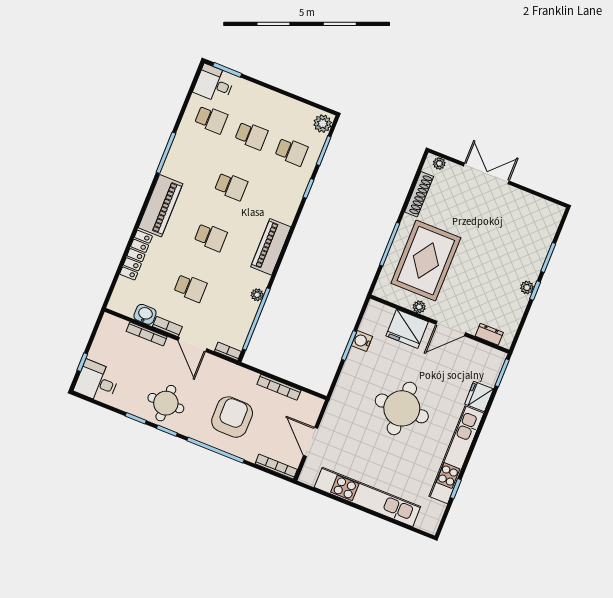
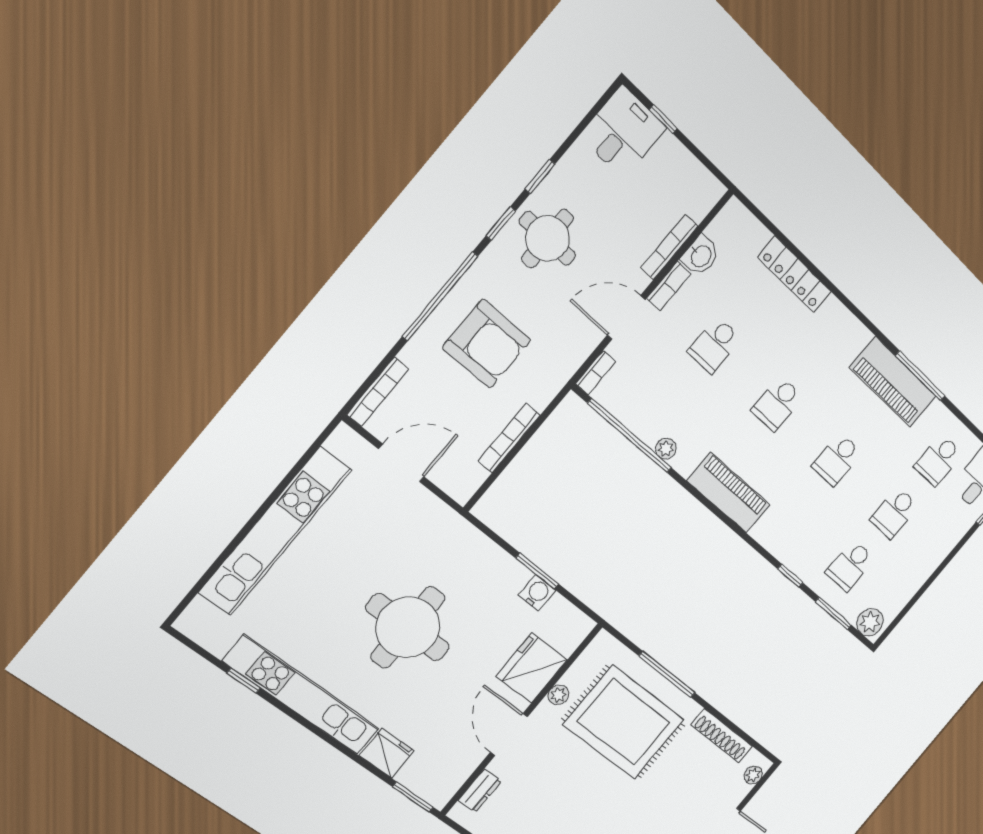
piano: (160, 206) -> (893, 382), moved

